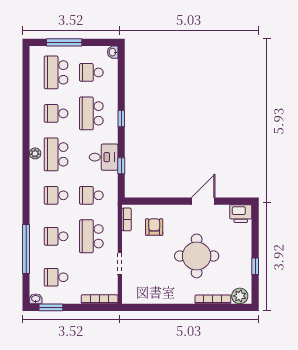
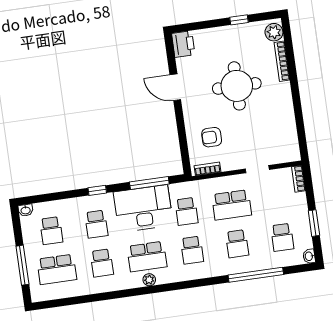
school desk: (91, 113) -> (96, 224), width x0.54
desk: (104, 157) -> (143, 208), width x1.87, depth x1.30
window: (121, 166) -> (149, 183), width x2.17
bookcase: (100, 299) -> (299, 179), width x0.64
window: (51, 307) -> (314, 223), moved

